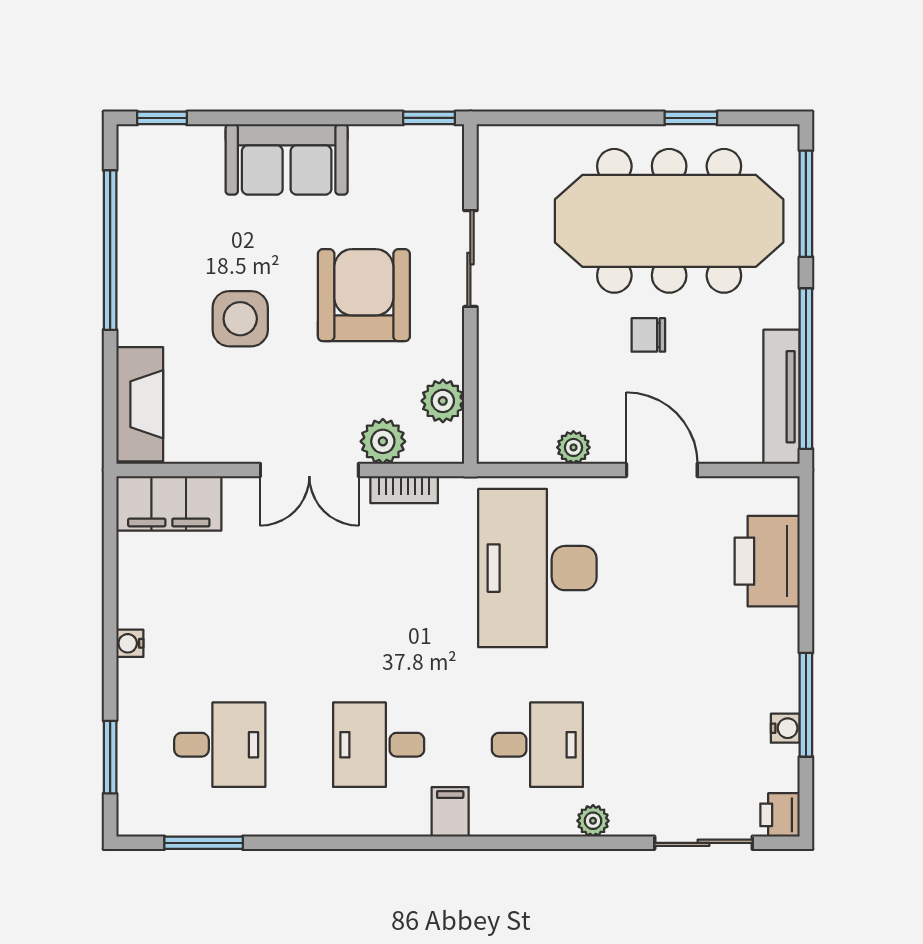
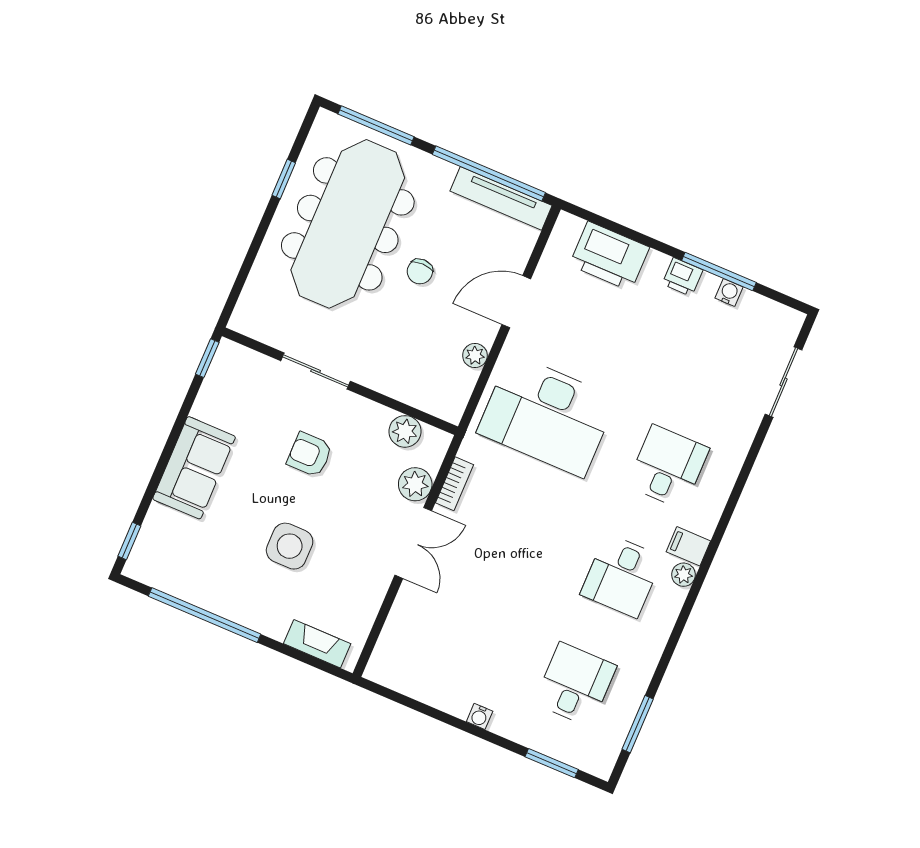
armchair: (364, 295) -> (310, 455), width x0.53, depth x0.53
fireplace: (140, 404) -> (317, 644), width x0.73, depth x0.76
filing cabinet: (169, 503) -> (395, 649), removed
printer: (780, 815) -> (682, 277), moved
plant: (593, 821) -> (684, 575), moved

